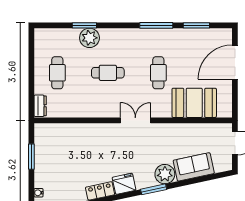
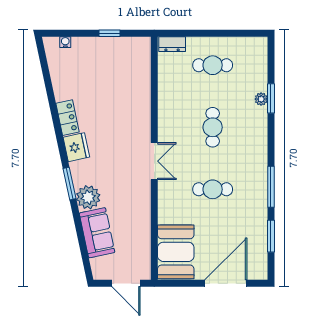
plant: (89, 38) -> (261, 99), width x0.53, depth x0.53
door: (235, 62) -> (226, 283), hinge flipped
booth: (194, 103) -> (176, 252), moved
window: (31, 157) -> (110, 33), width x0.67

